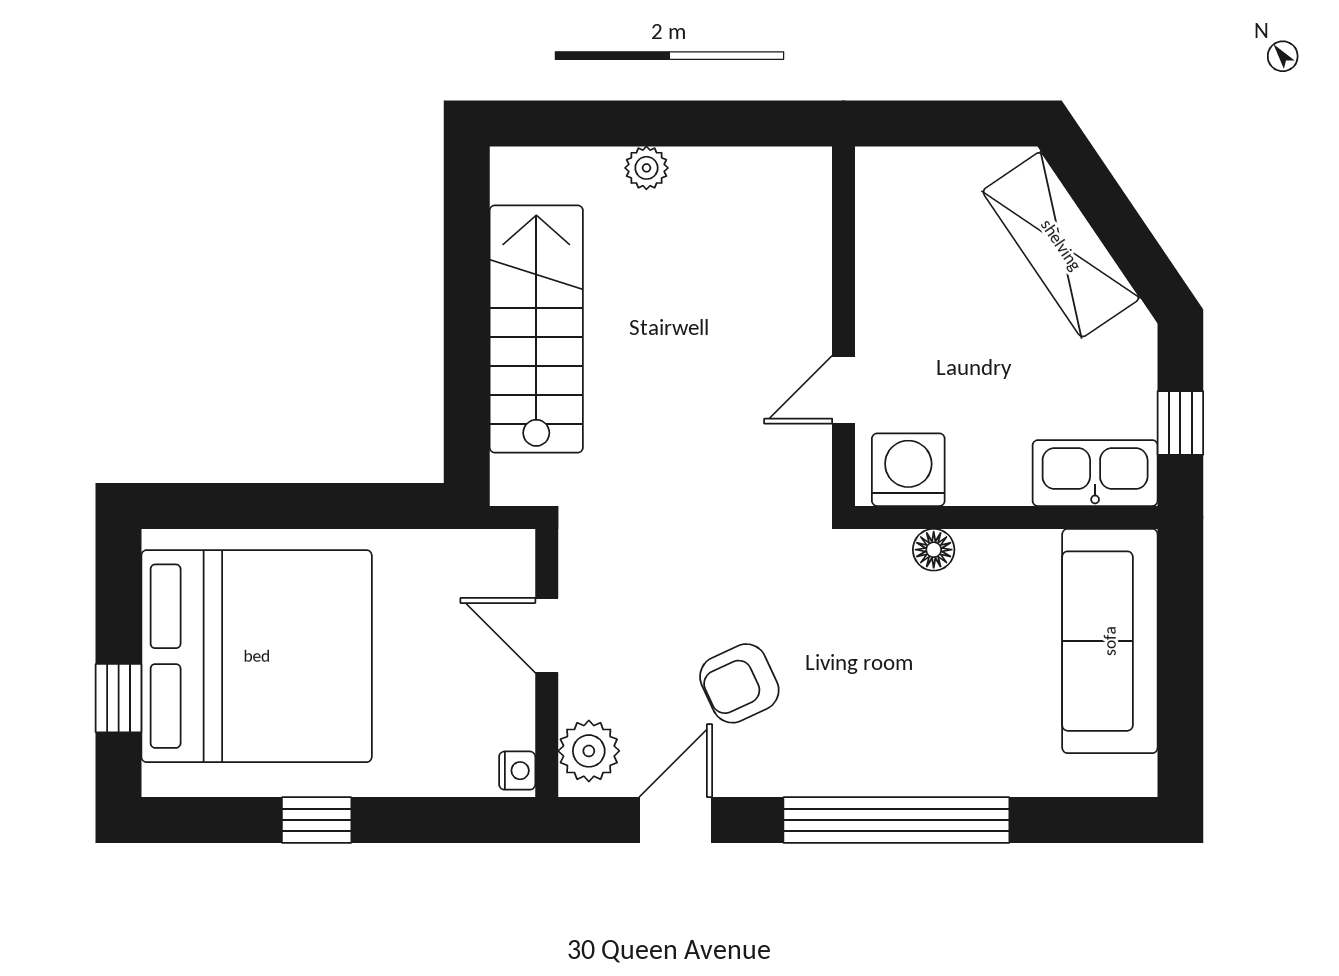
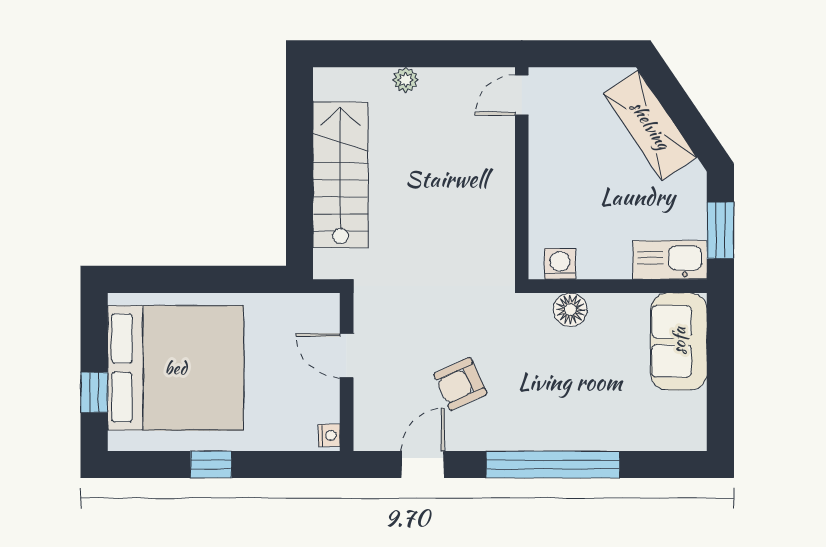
door: (844, 390) -> (522, 95), moved
window: (1180, 423) -> (720, 230), width x1.50
washing machine: (908, 470) -> (560, 264), width x0.73, depth x0.73
floor lamp: (934, 550) -> (570, 310), width x1.37, depth x1.37
sofa: (1110, 641) -> (679, 341), width x0.73
plant: (589, 751) -> (371, 424), removed

